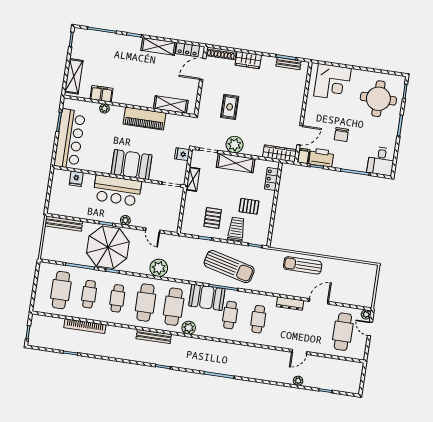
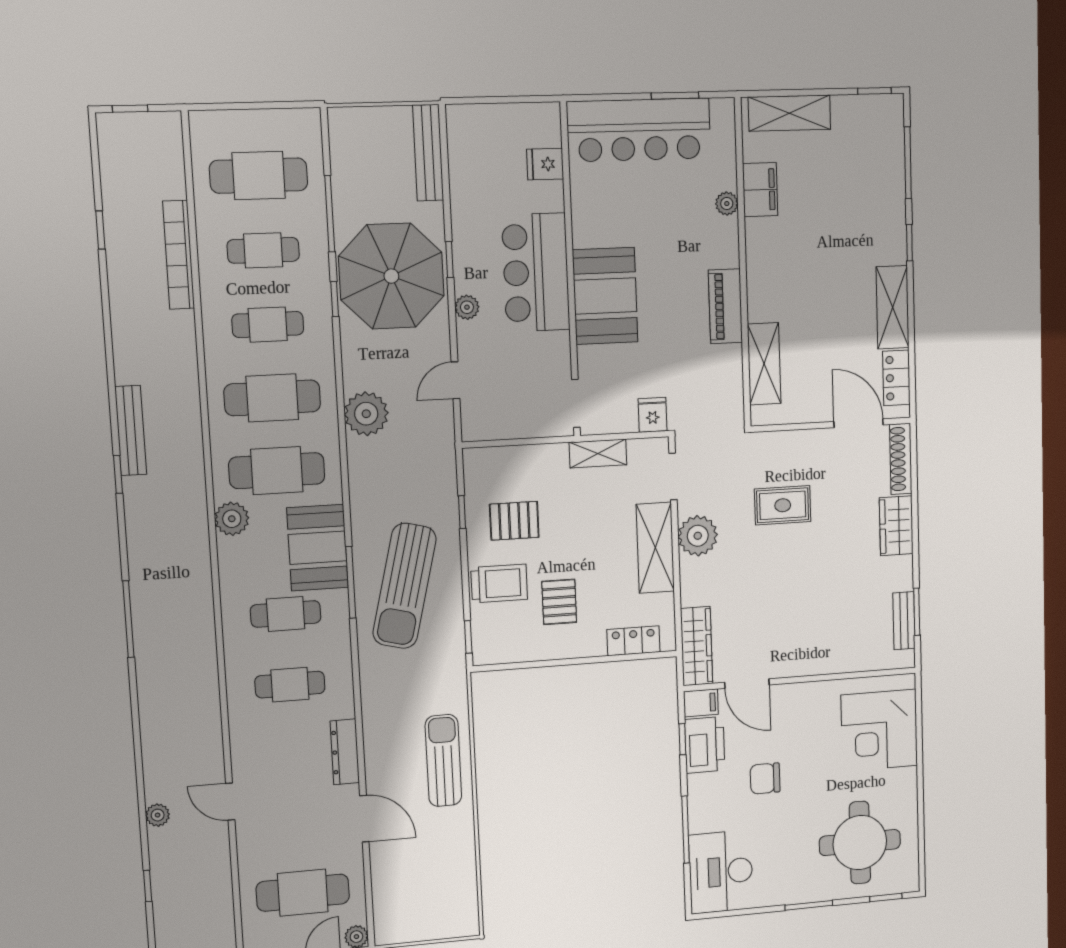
piano: (145, 118) -> (725, 306), width x0.73, depth x0.75
desk: (381, 161) -> (721, 872), width x1.37
bench: (154, 337) -> (131, 431), moved

